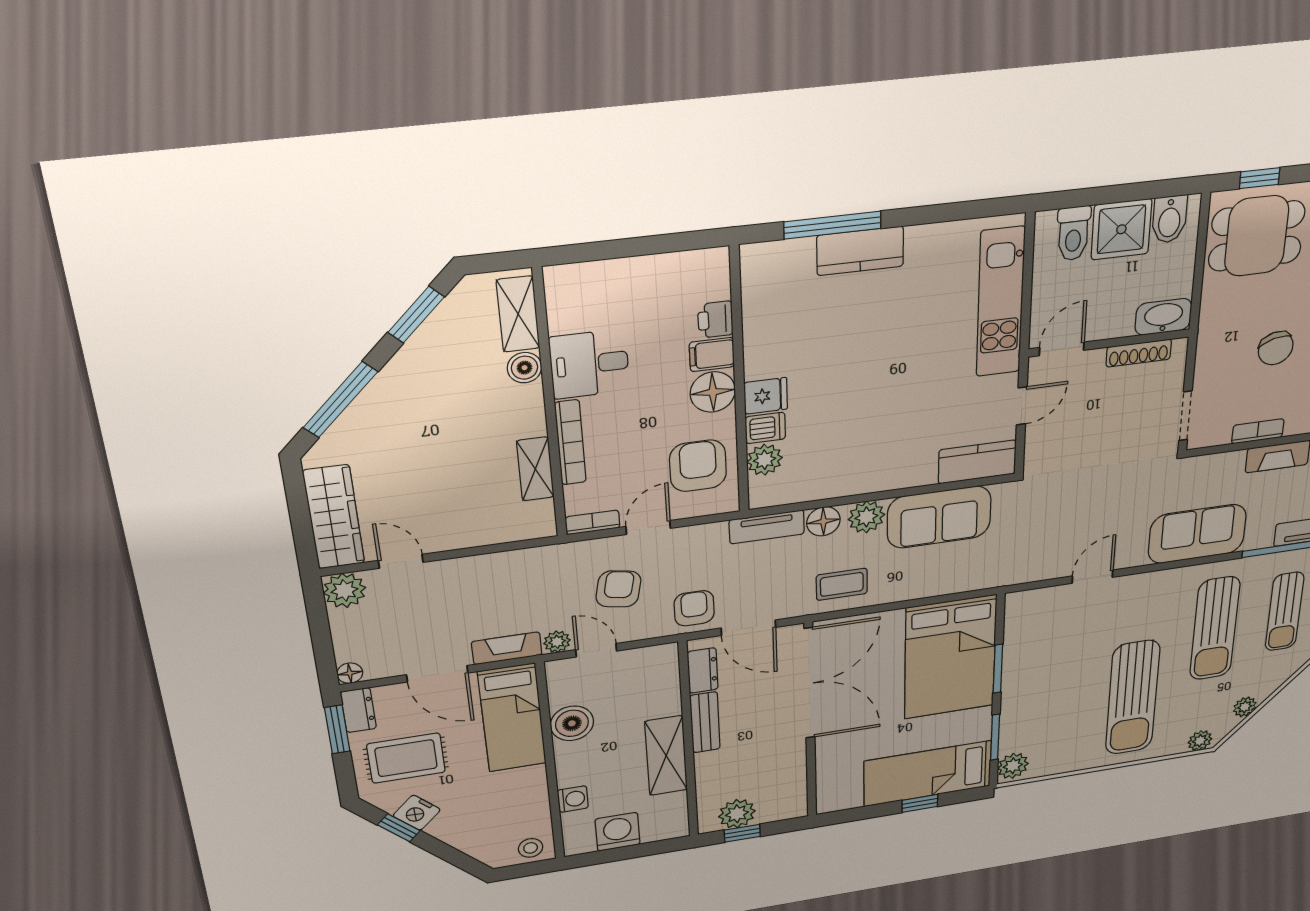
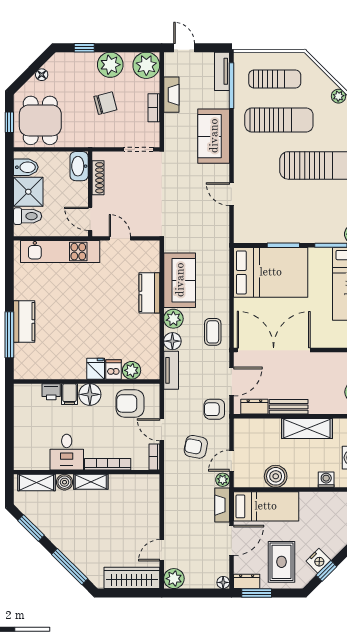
kitchen counter: (977, 462) -> (149, 293), moved
shelving: (535, 469) -> (91, 482), moved

